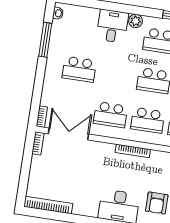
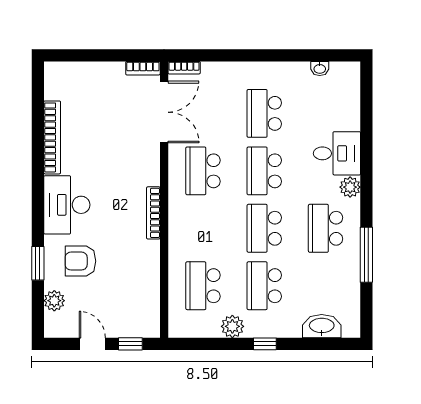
washbasin: (58, 13) -> (320, 69), moved
window: (45, 40) -> (301, 55), removed
school desk: (148, 120) -> (264, 171), moved
bookcase: (48, 205) -> (52, 137), moved

